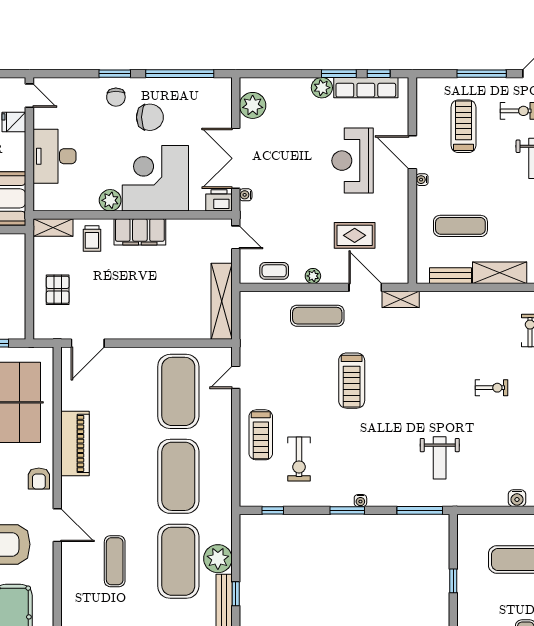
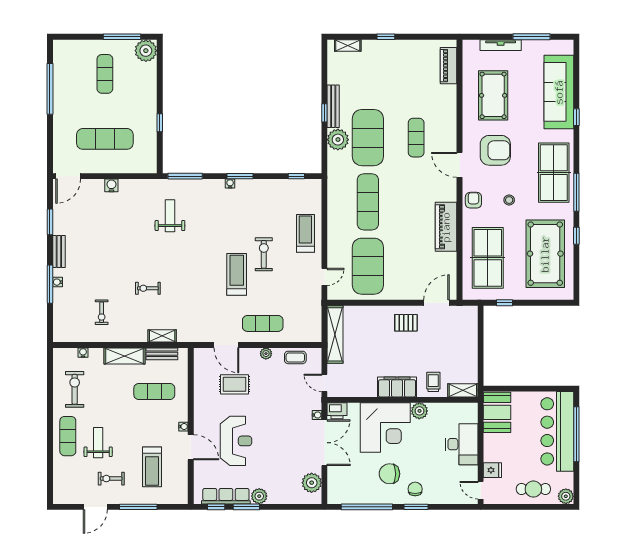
pallet: (58, 290) -> (406, 323), moved, turned 90
shelving: (401, 299) -> (162, 336), moved
exercise bike: (492, 388) -> (148, 288), moved
exercise bike: (299, 459) -> (264, 254), moved
exercise mat: (178, 476) -> (368, 202), width x0.68

